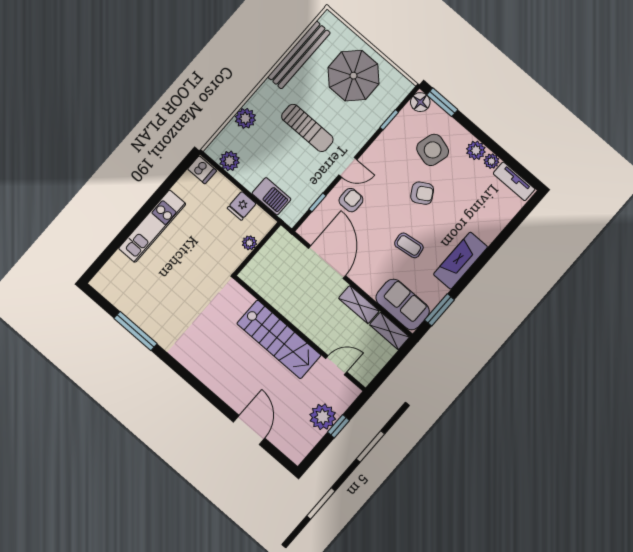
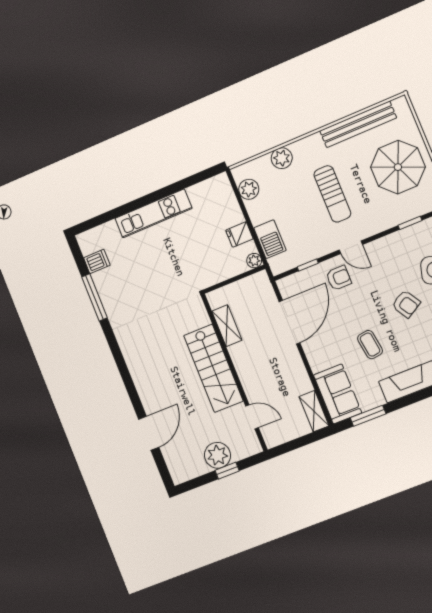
dishwasher: (202, 170) -> (97, 261), moved, turned -90
plant: (249, 243) -> (254, 261), moved
shelving: (359, 305) -> (227, 326), moved

